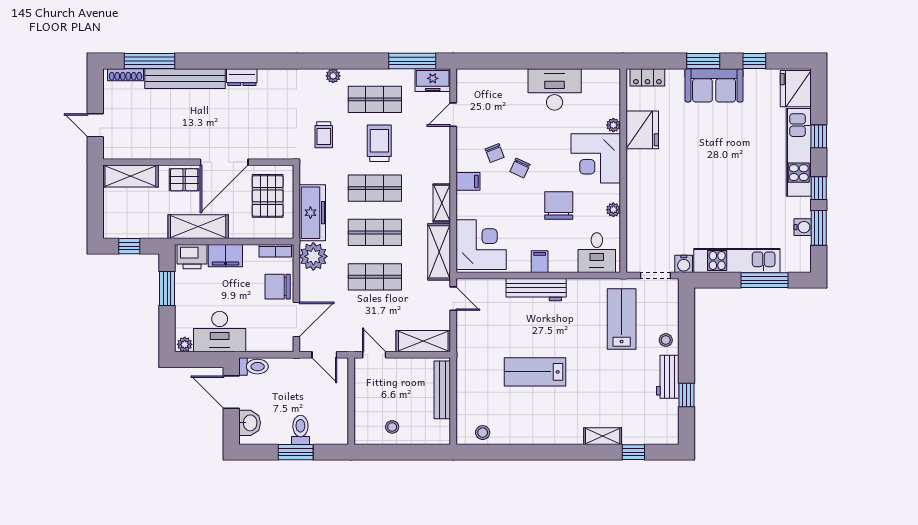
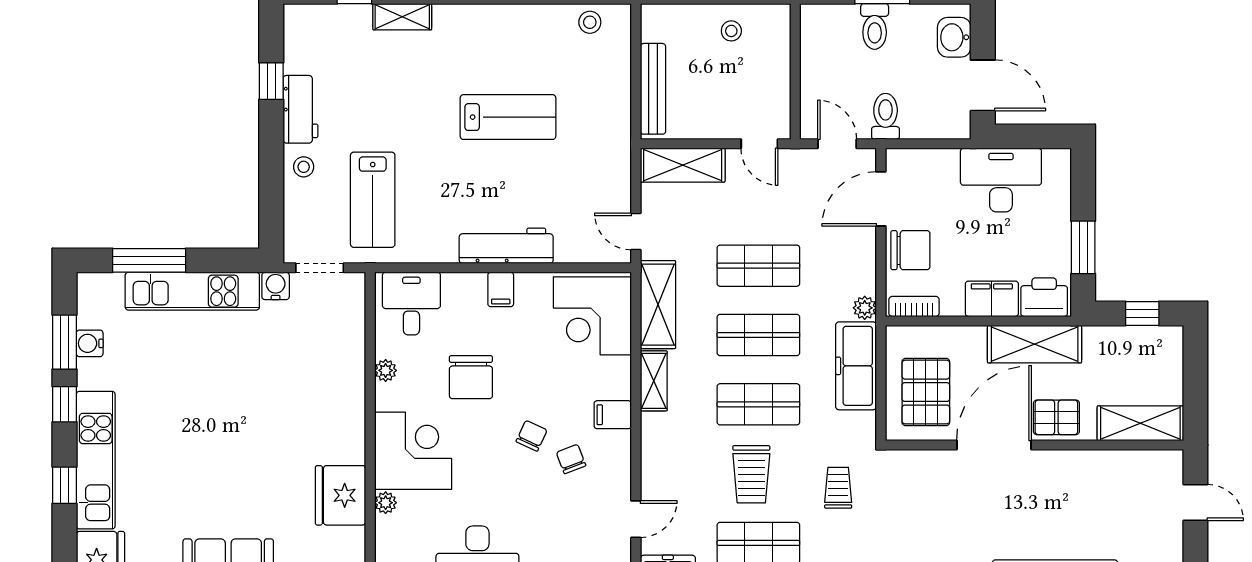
plant: (313, 256) -> (865, 308), width x0.53, depth x0.53
plant: (185, 344) -> (1056, 160), removed
toilet: (254, 367) -> (886, 116), moved, turned 90

